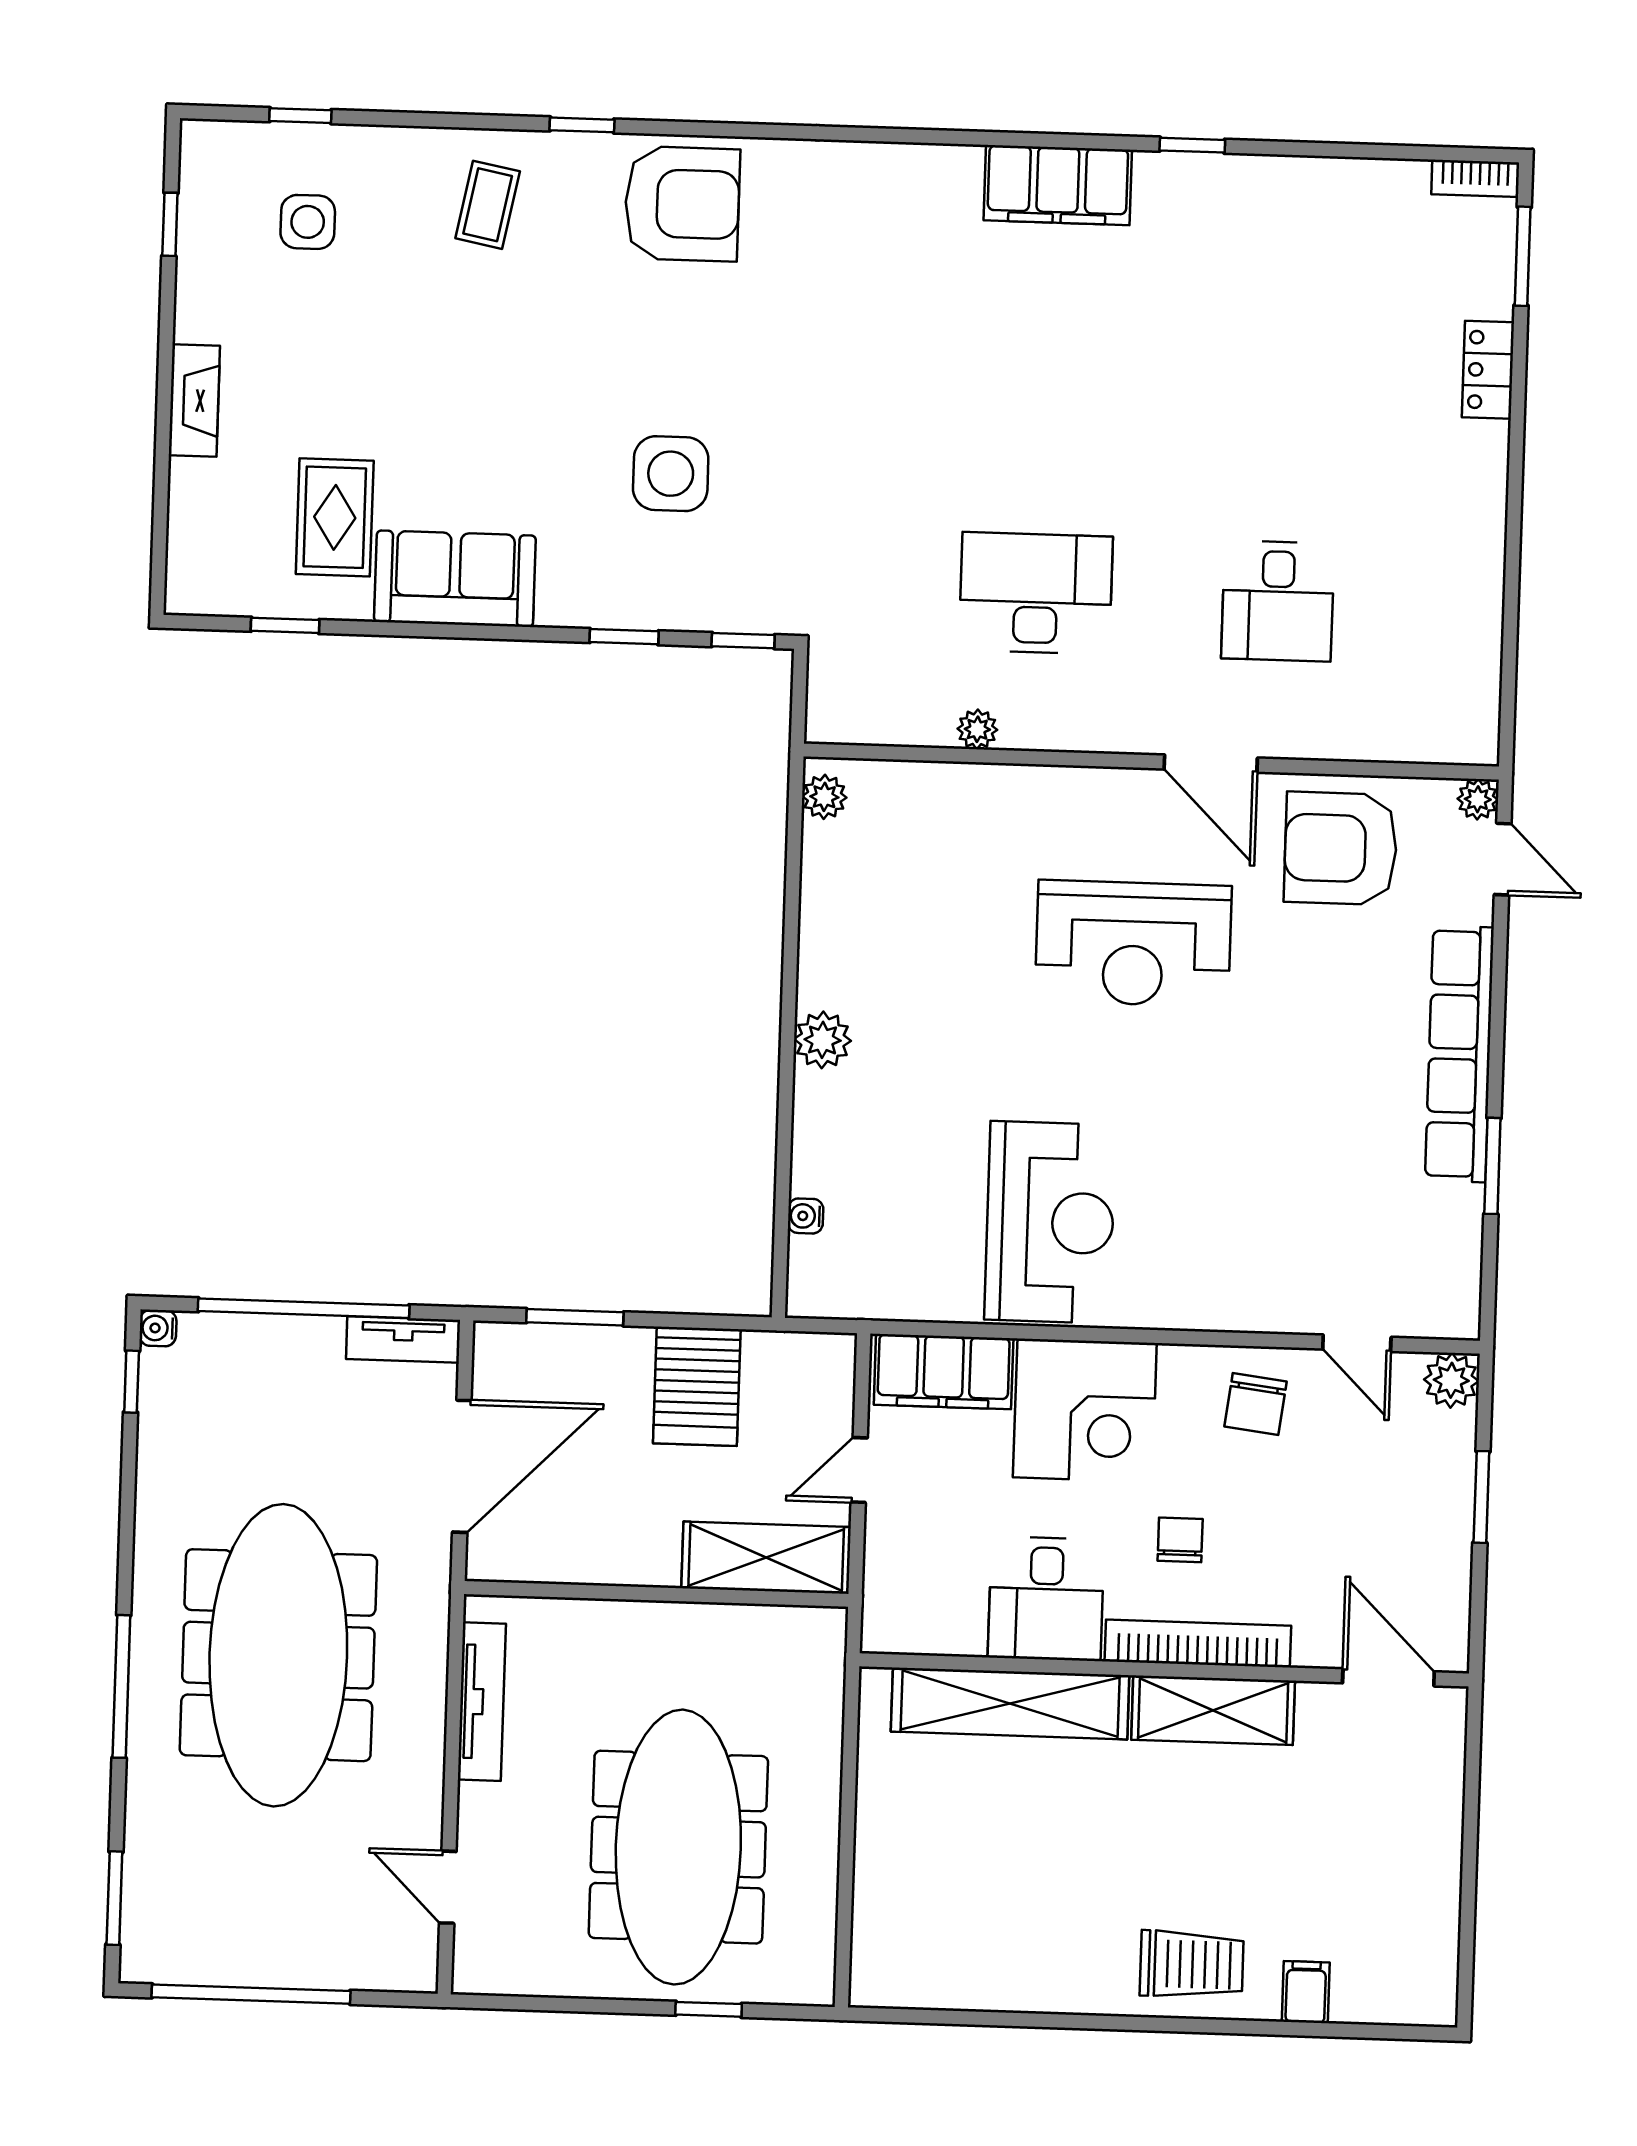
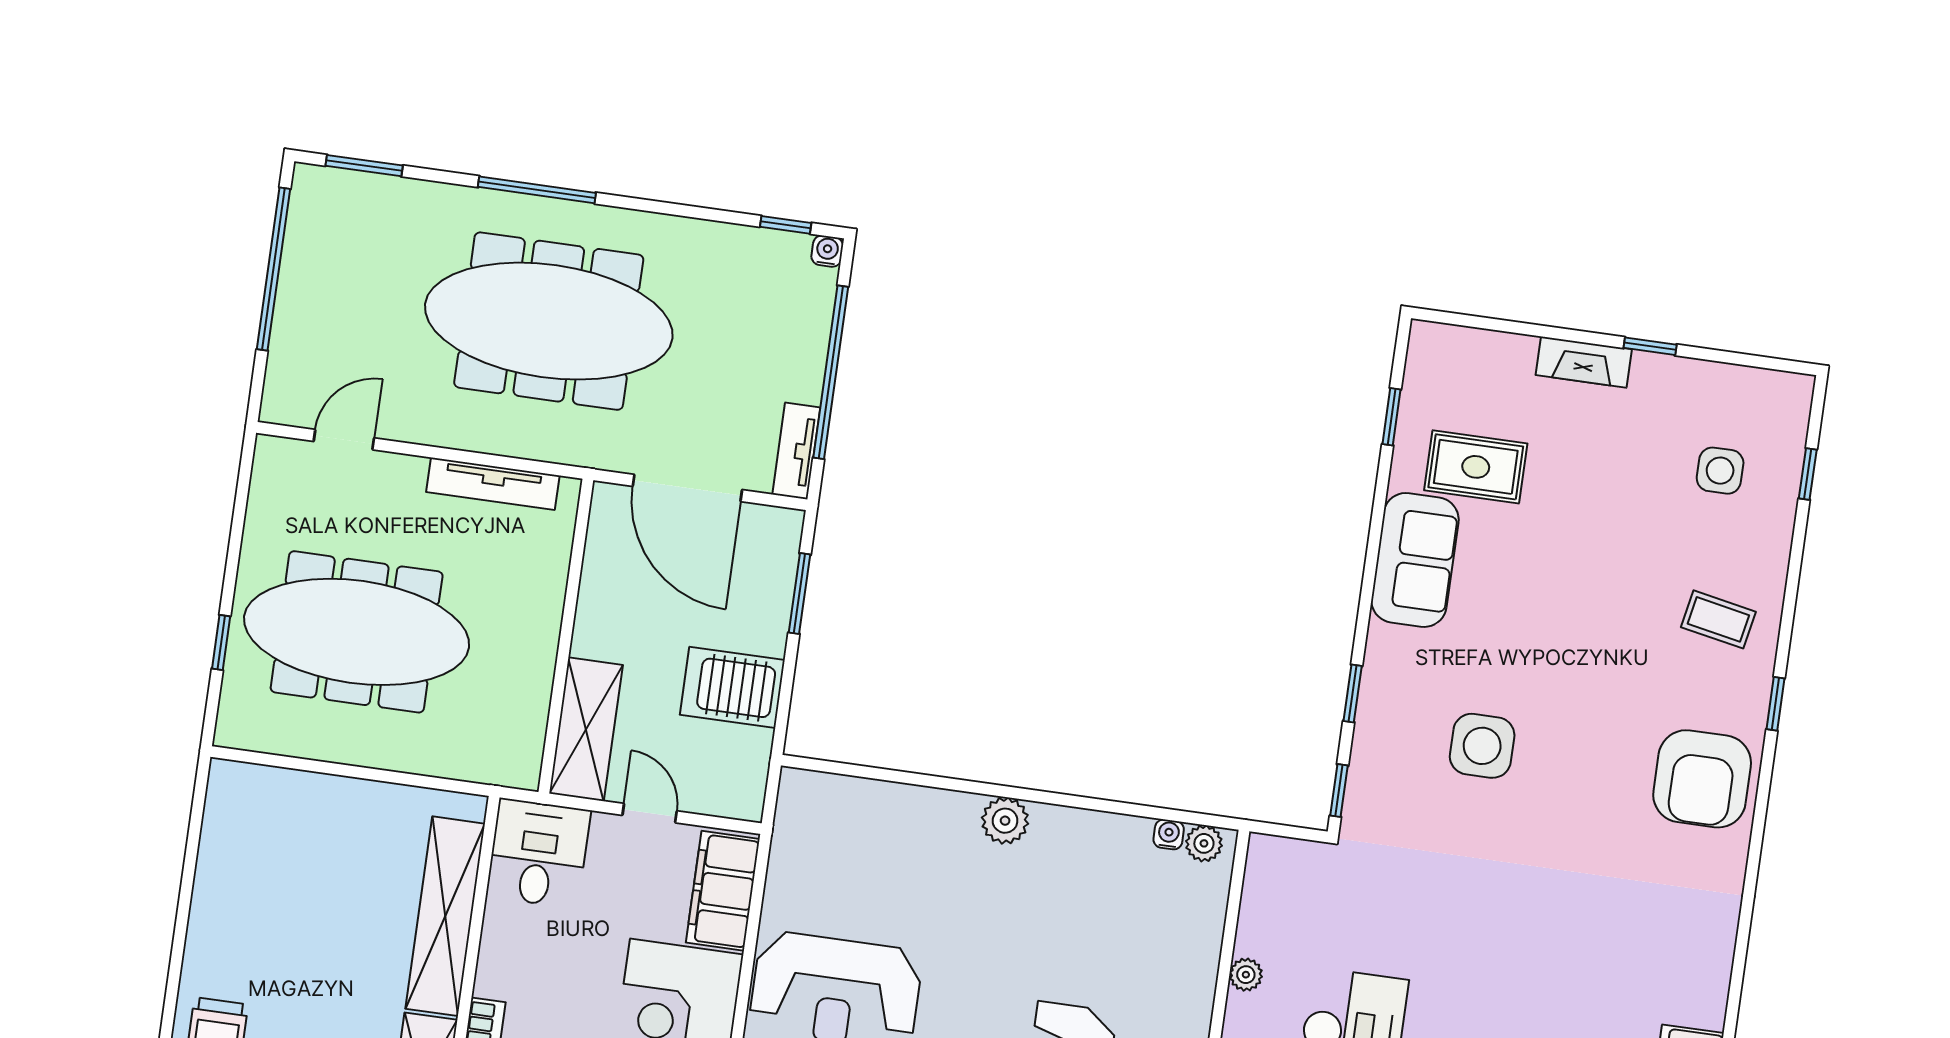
window: (170, 224) -> (1650, 346), moved
water cooler: (806, 1216) -> (1169, 834), moved
desk: (1046, 1599) -> (538, 853), moved, turned 90

